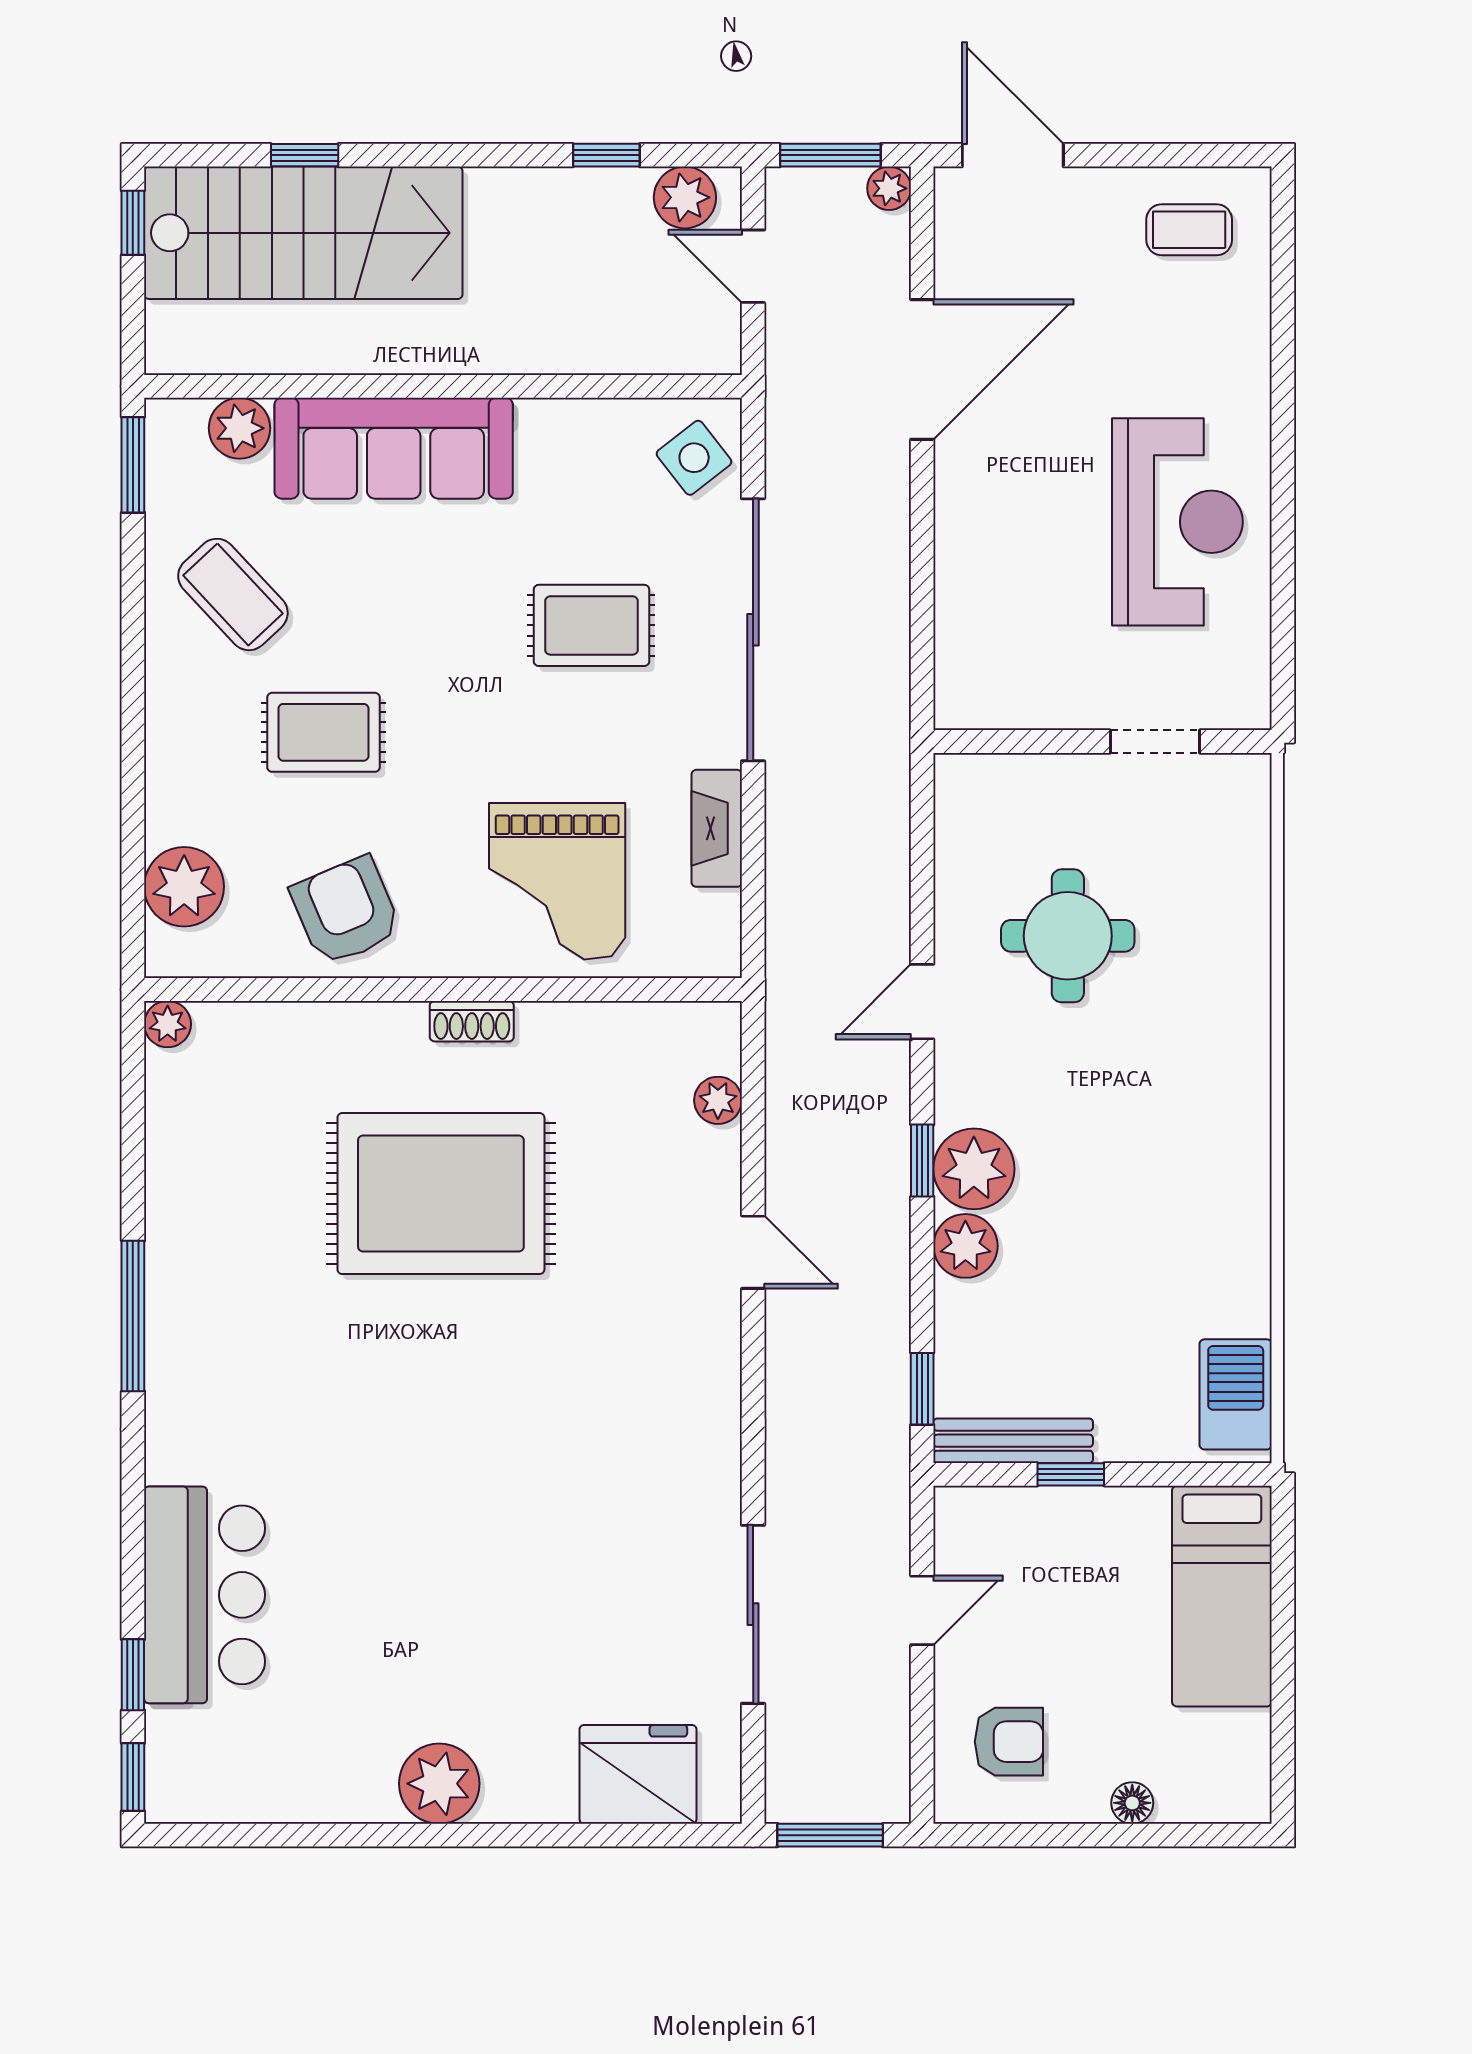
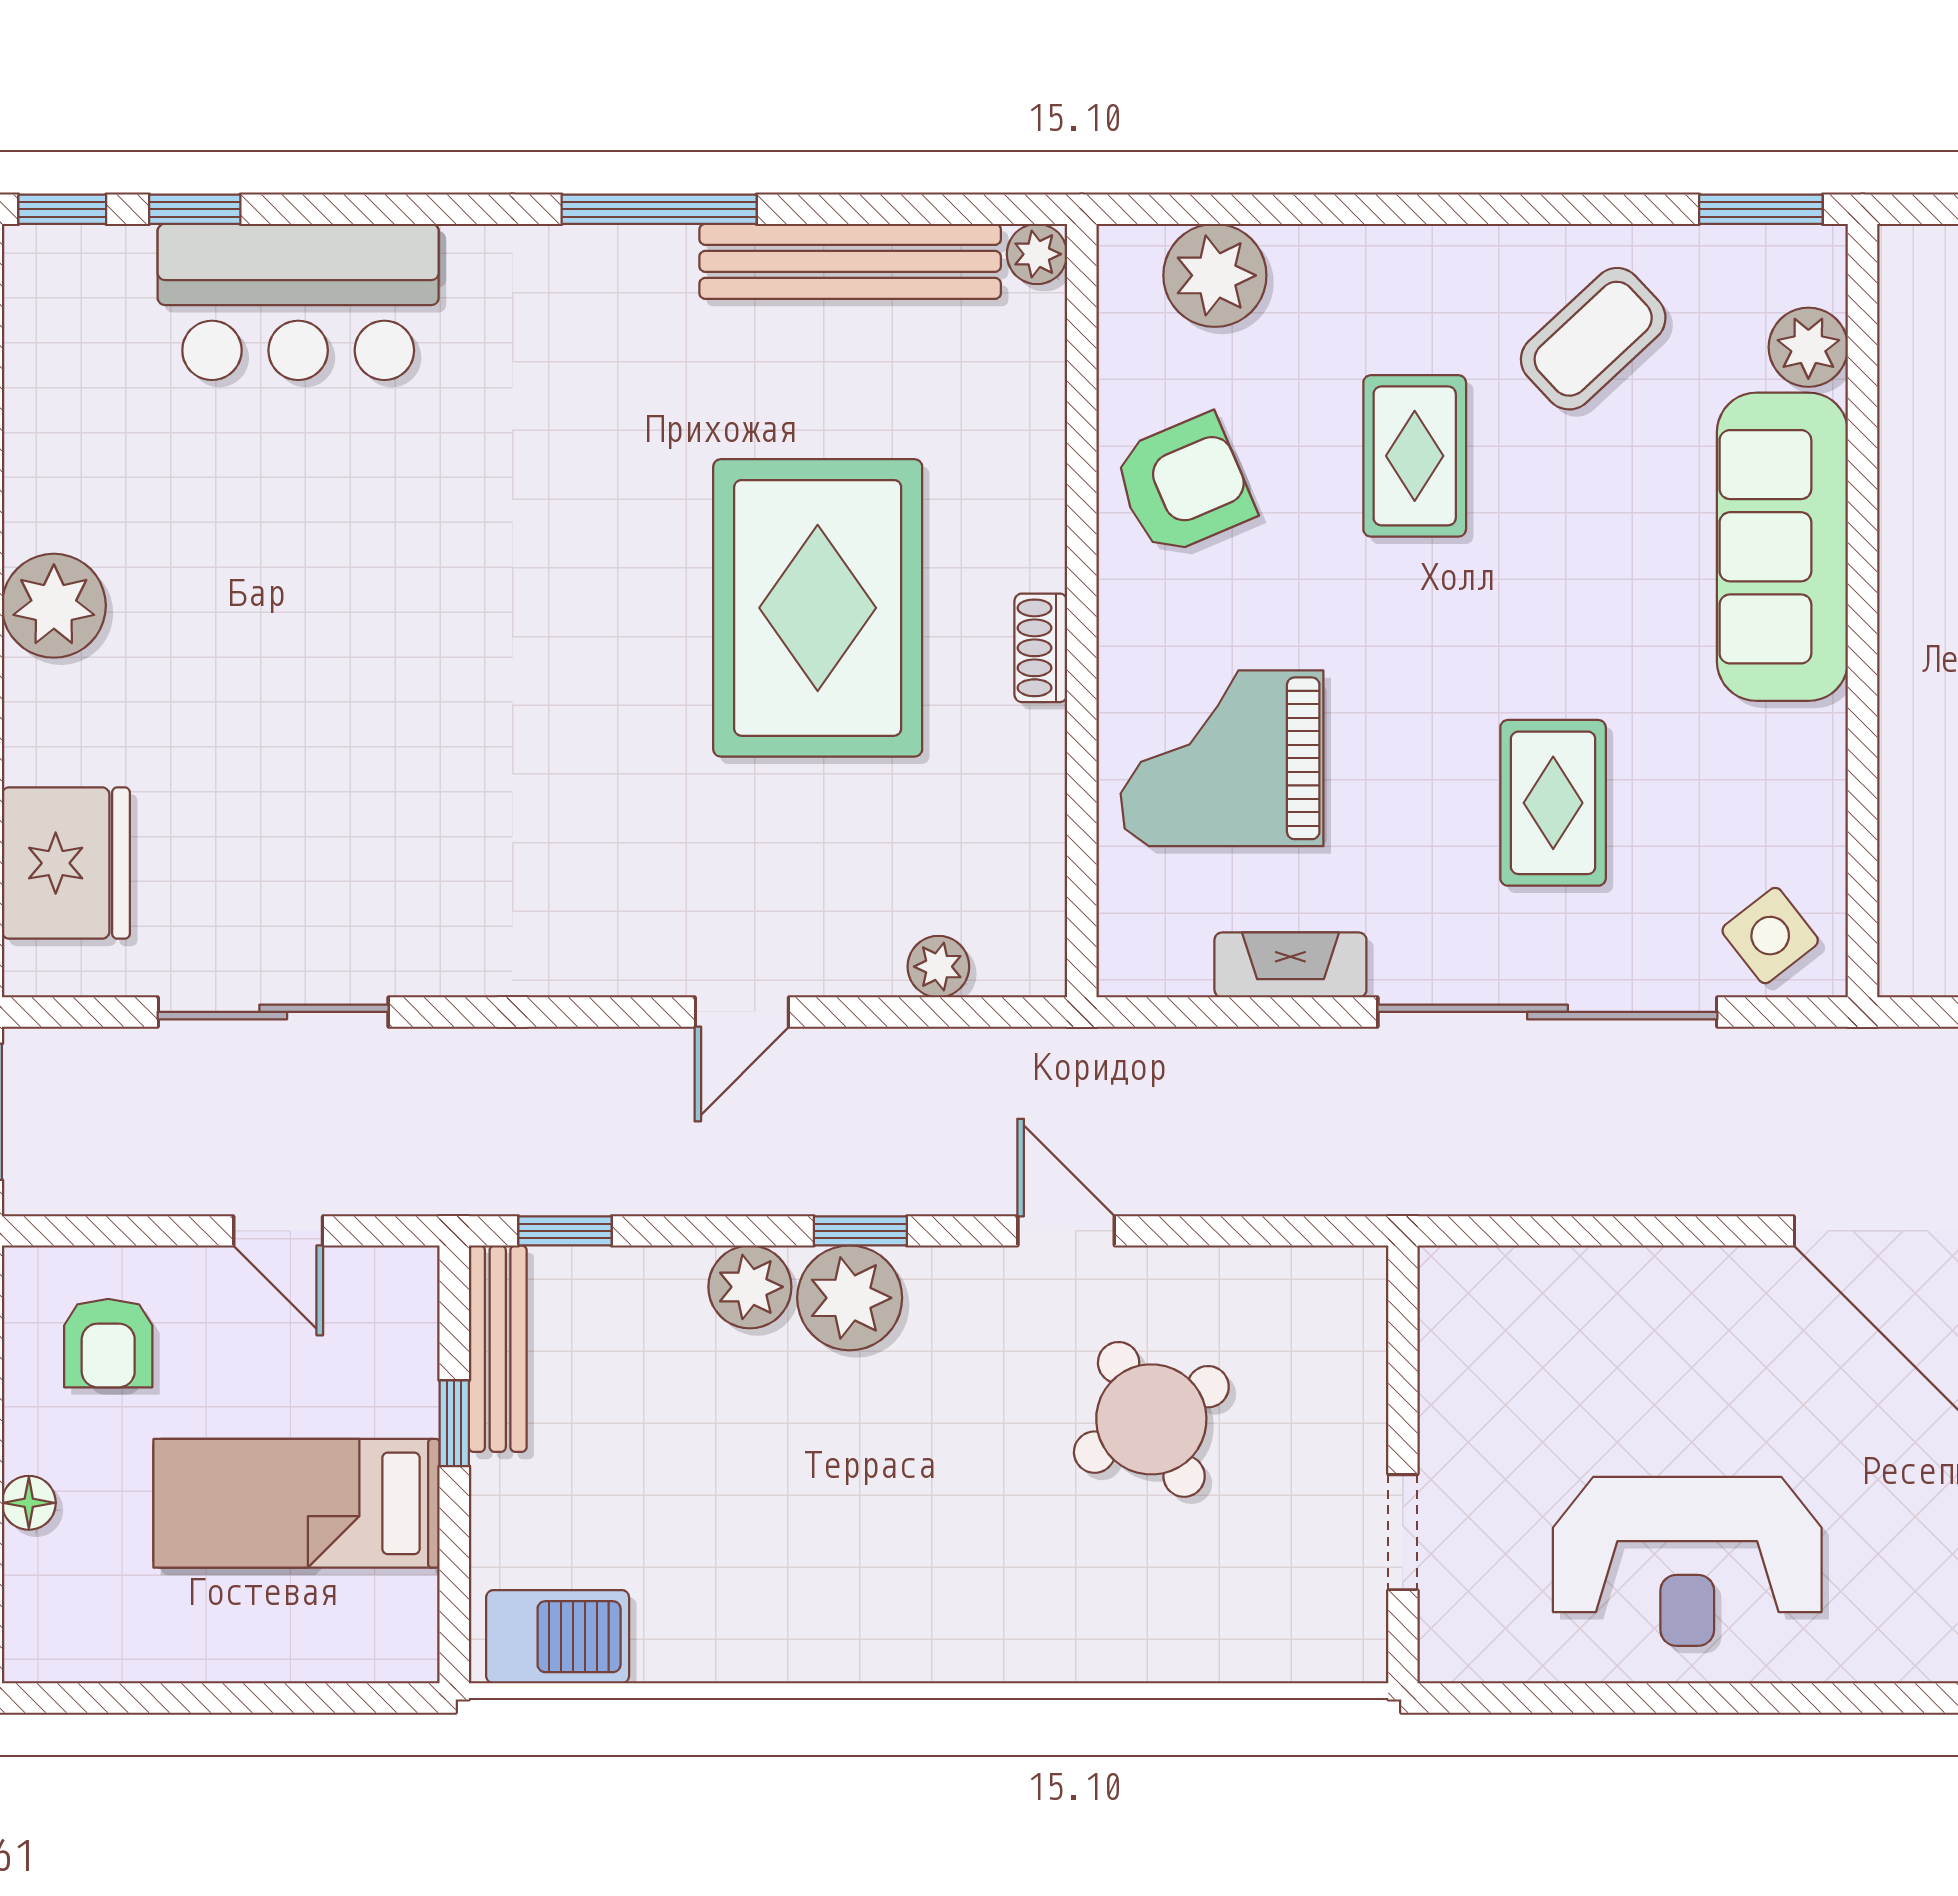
round table: (1068, 936) -> (1151, 1419), turned -30
bench: (173, 1168) -> (850, 261), added
bed: (1222, 1596) -> (297, 1503), moved

